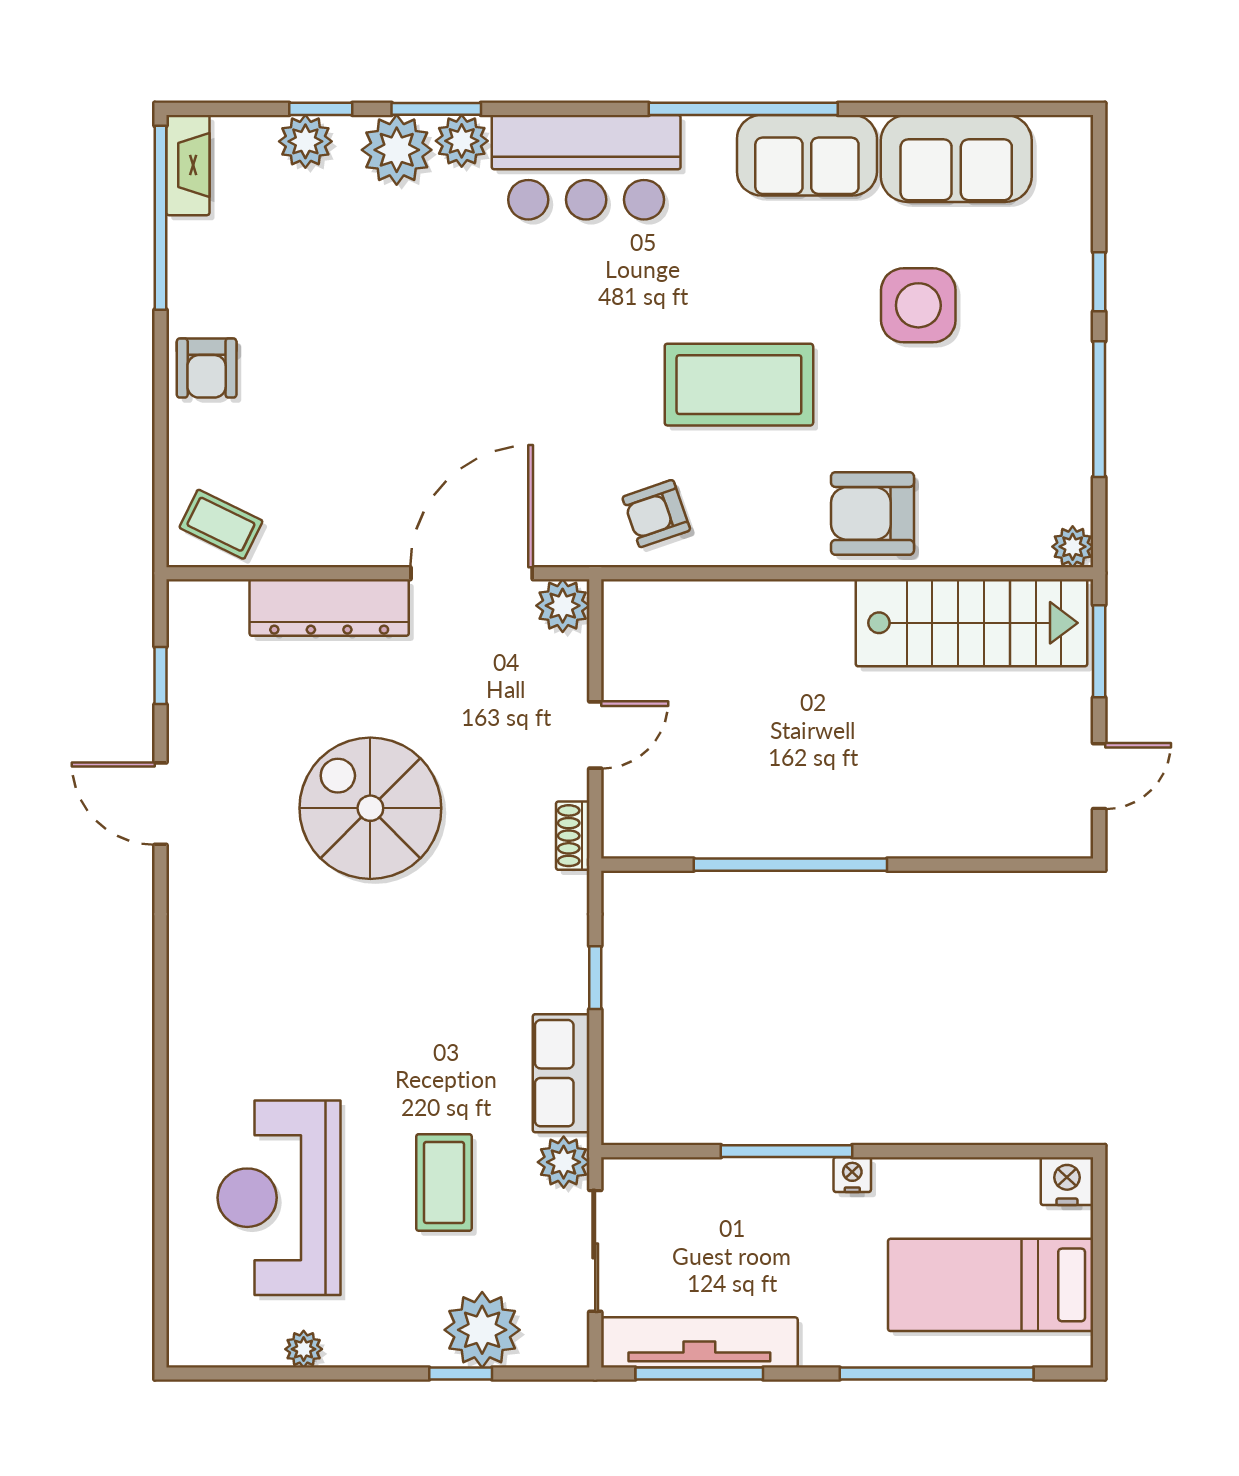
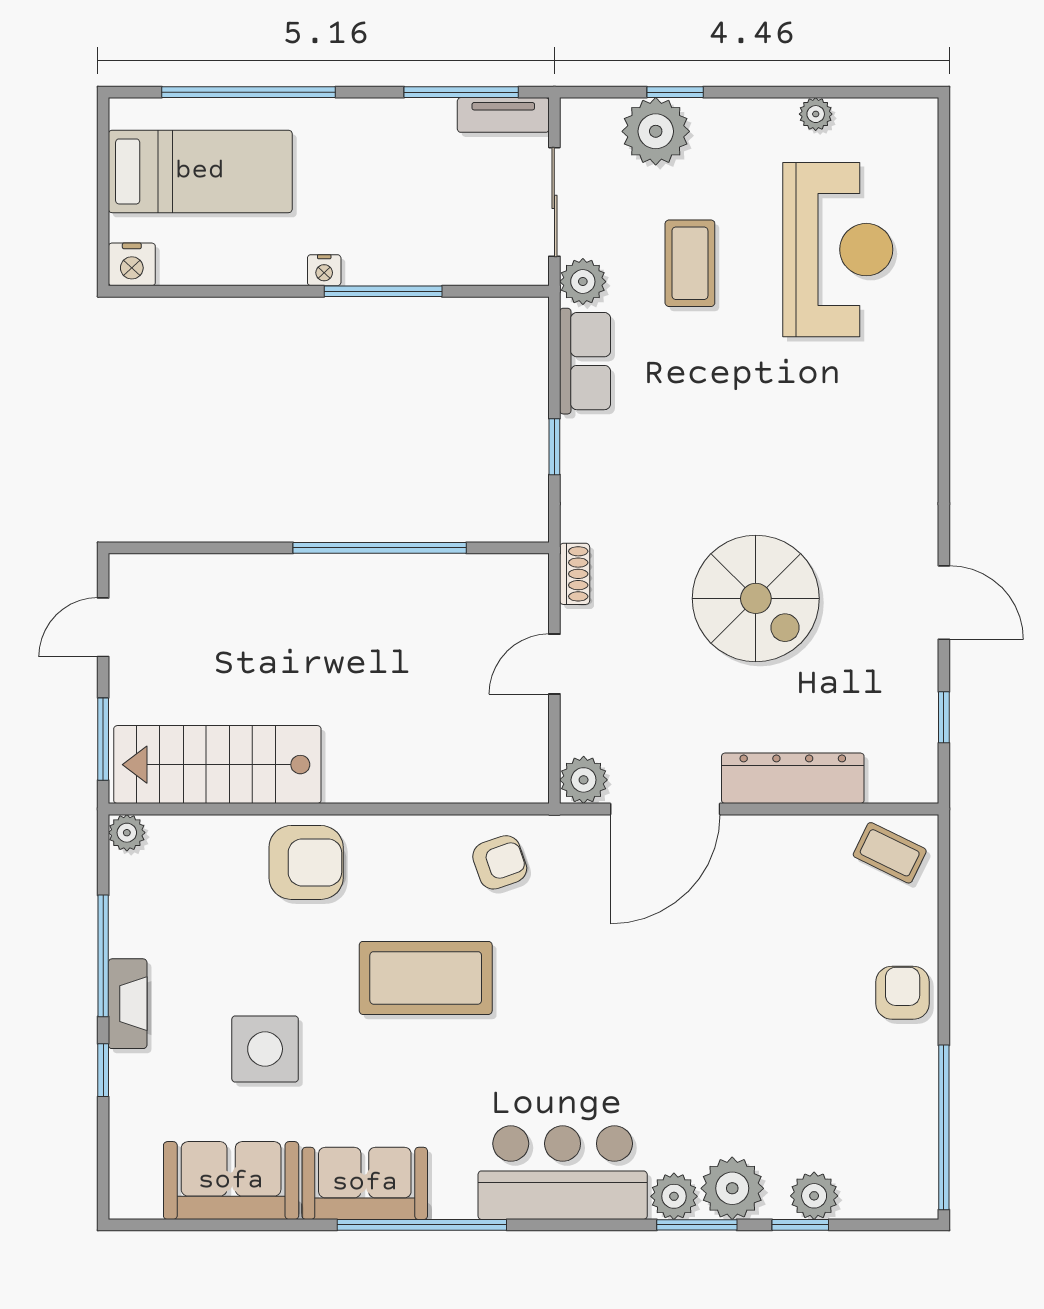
fireplace: (188, 165) -> (128, 1004), moved, turned 180
tv unit: (699, 1342) -> (503, 115), width x0.52, depth x0.78

